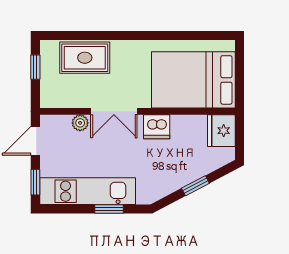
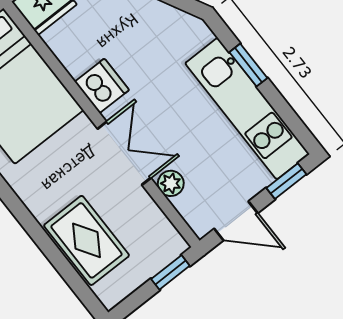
window: (35, 67) -> (170, 272), moved

